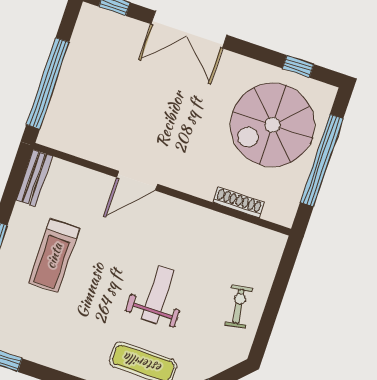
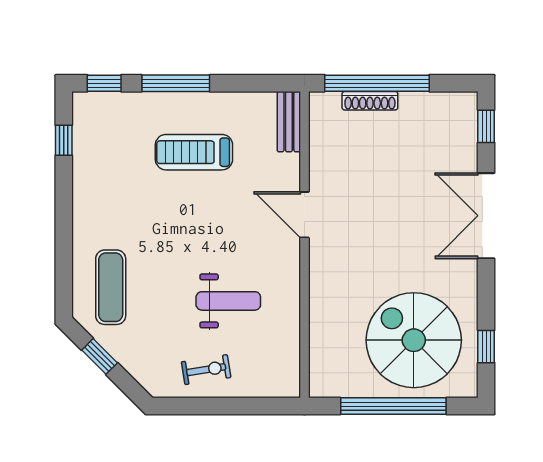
bench: (34, 178) -> (289, 122), moved, turned 90
shoe rack: (238, 202) -> (370, 101), moved, turned 90
weight bench: (158, 295) -> (228, 301), moved

